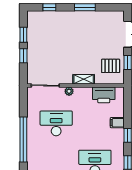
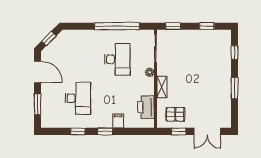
window: (23, 56) -> (173, 26), moved
pallet: (111, 66) -> (175, 114), turned 90
window: (23, 140) -> (117, 26), moved

